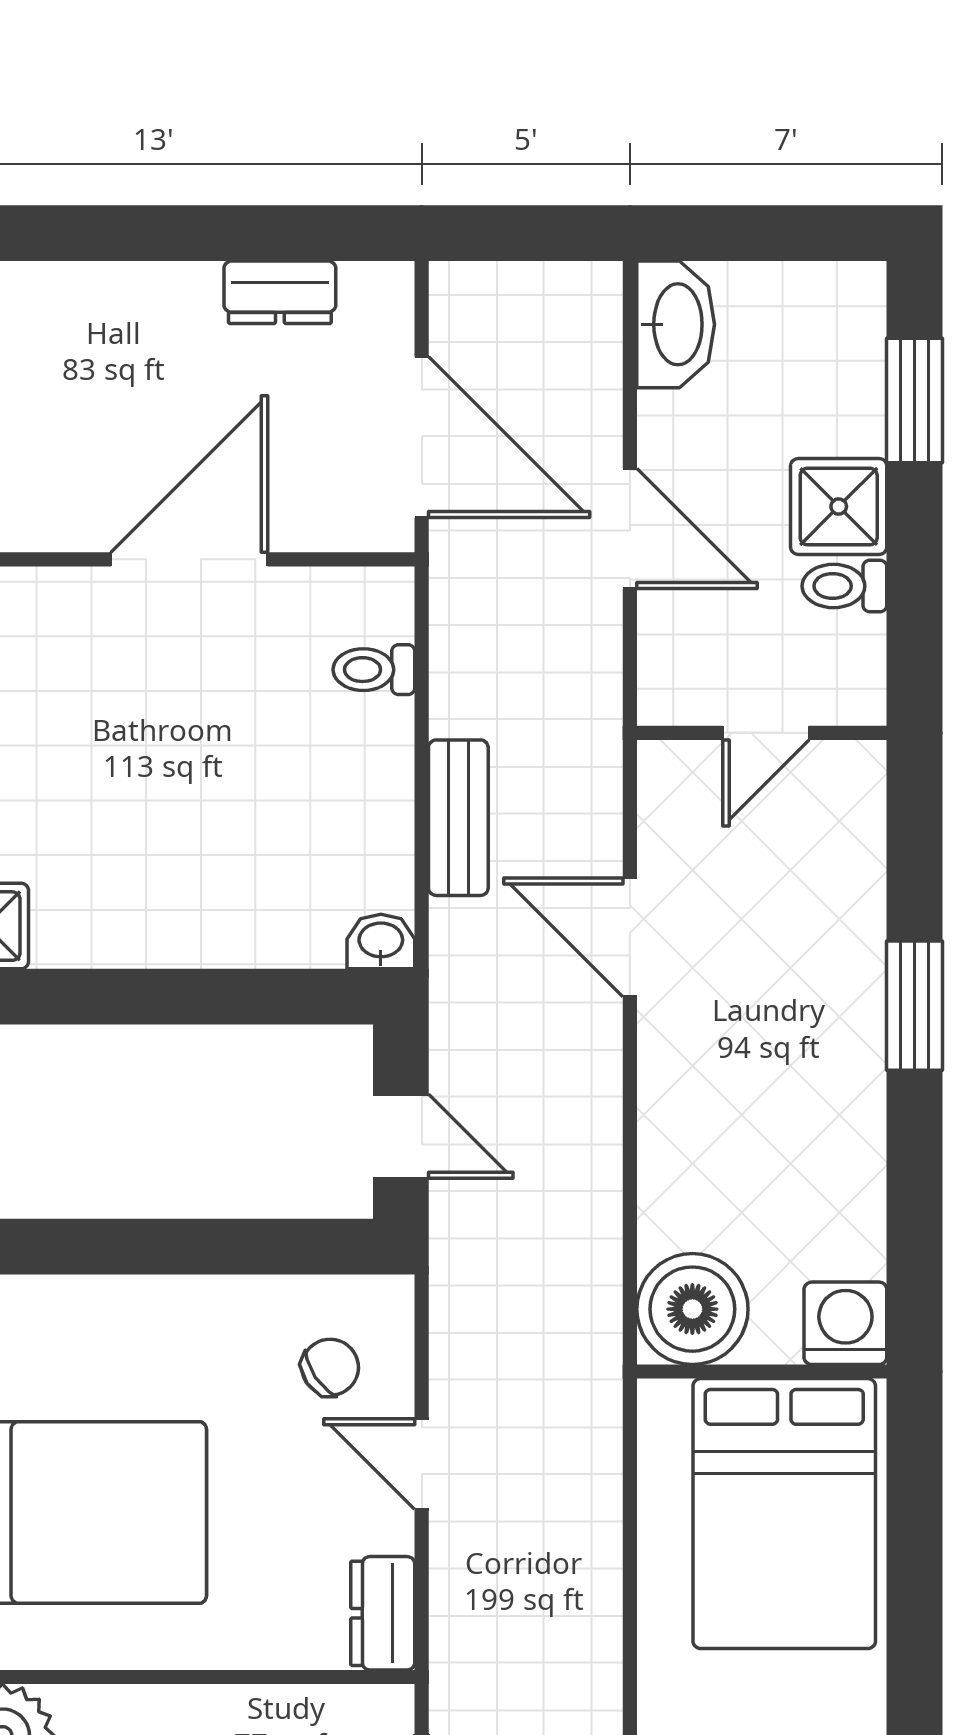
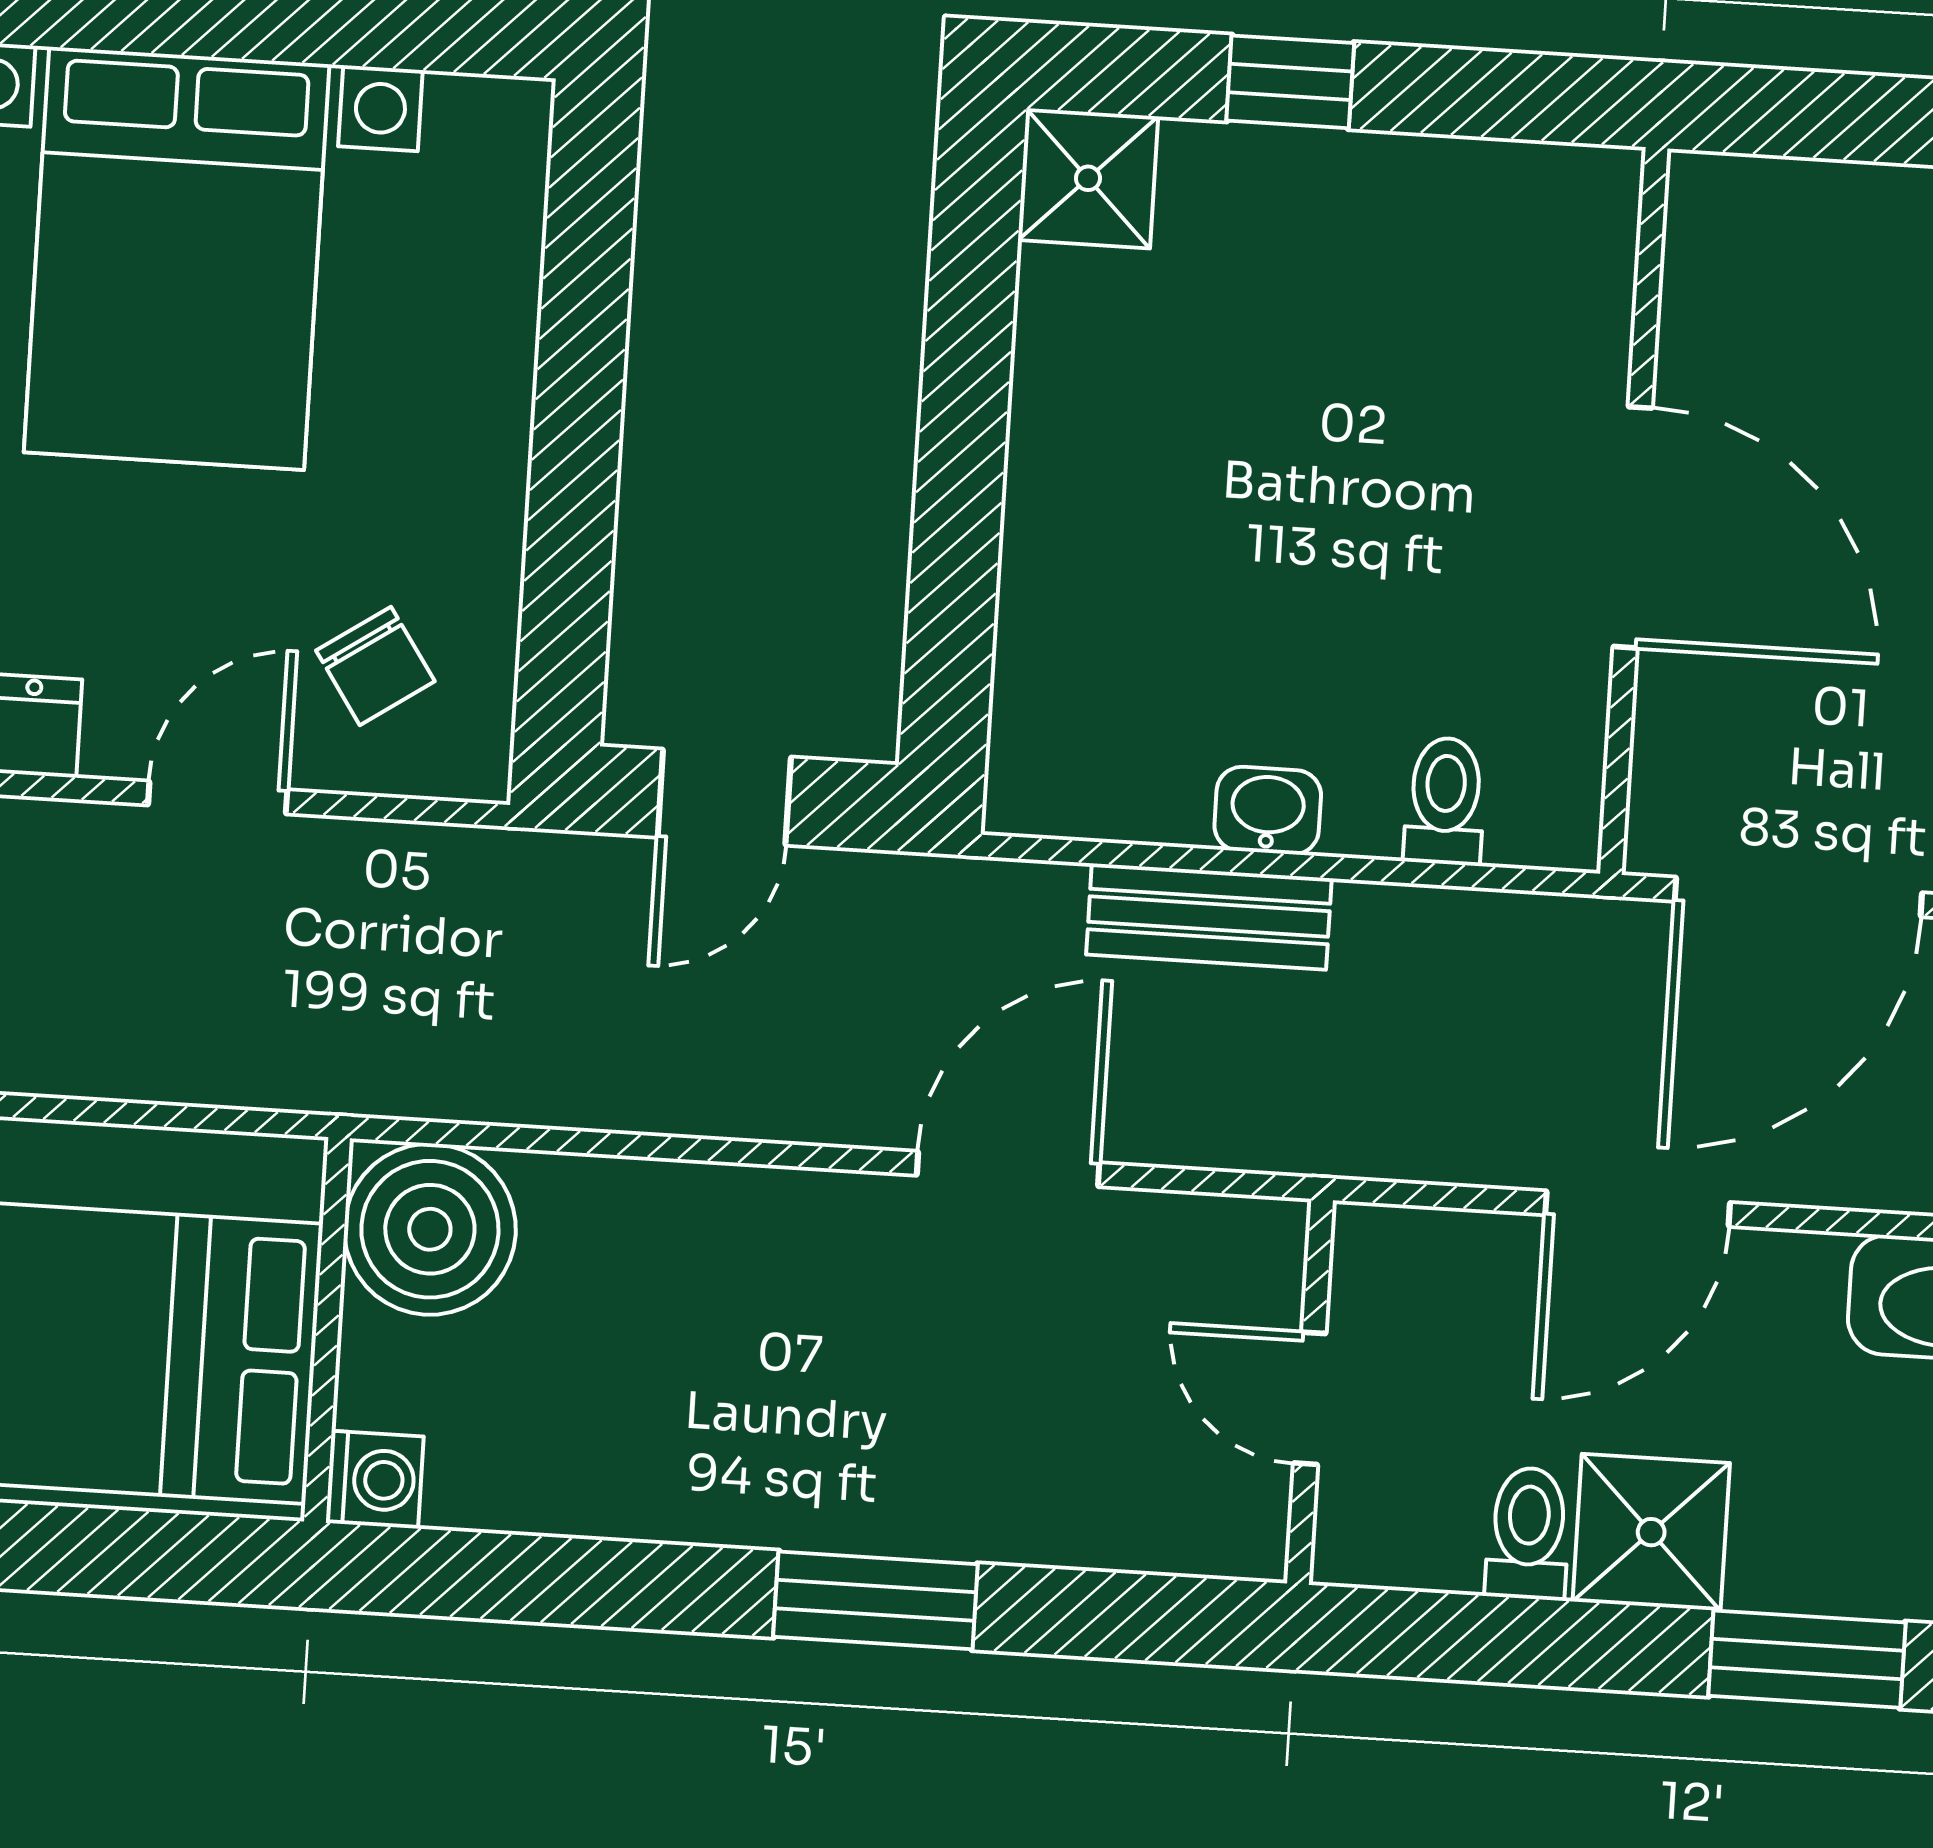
washbasin: (381, 942) -> (1268, 811), moved, turned -90
washing machine: (845, 1323) -> (375, 1480), width x0.73, depth x0.73

